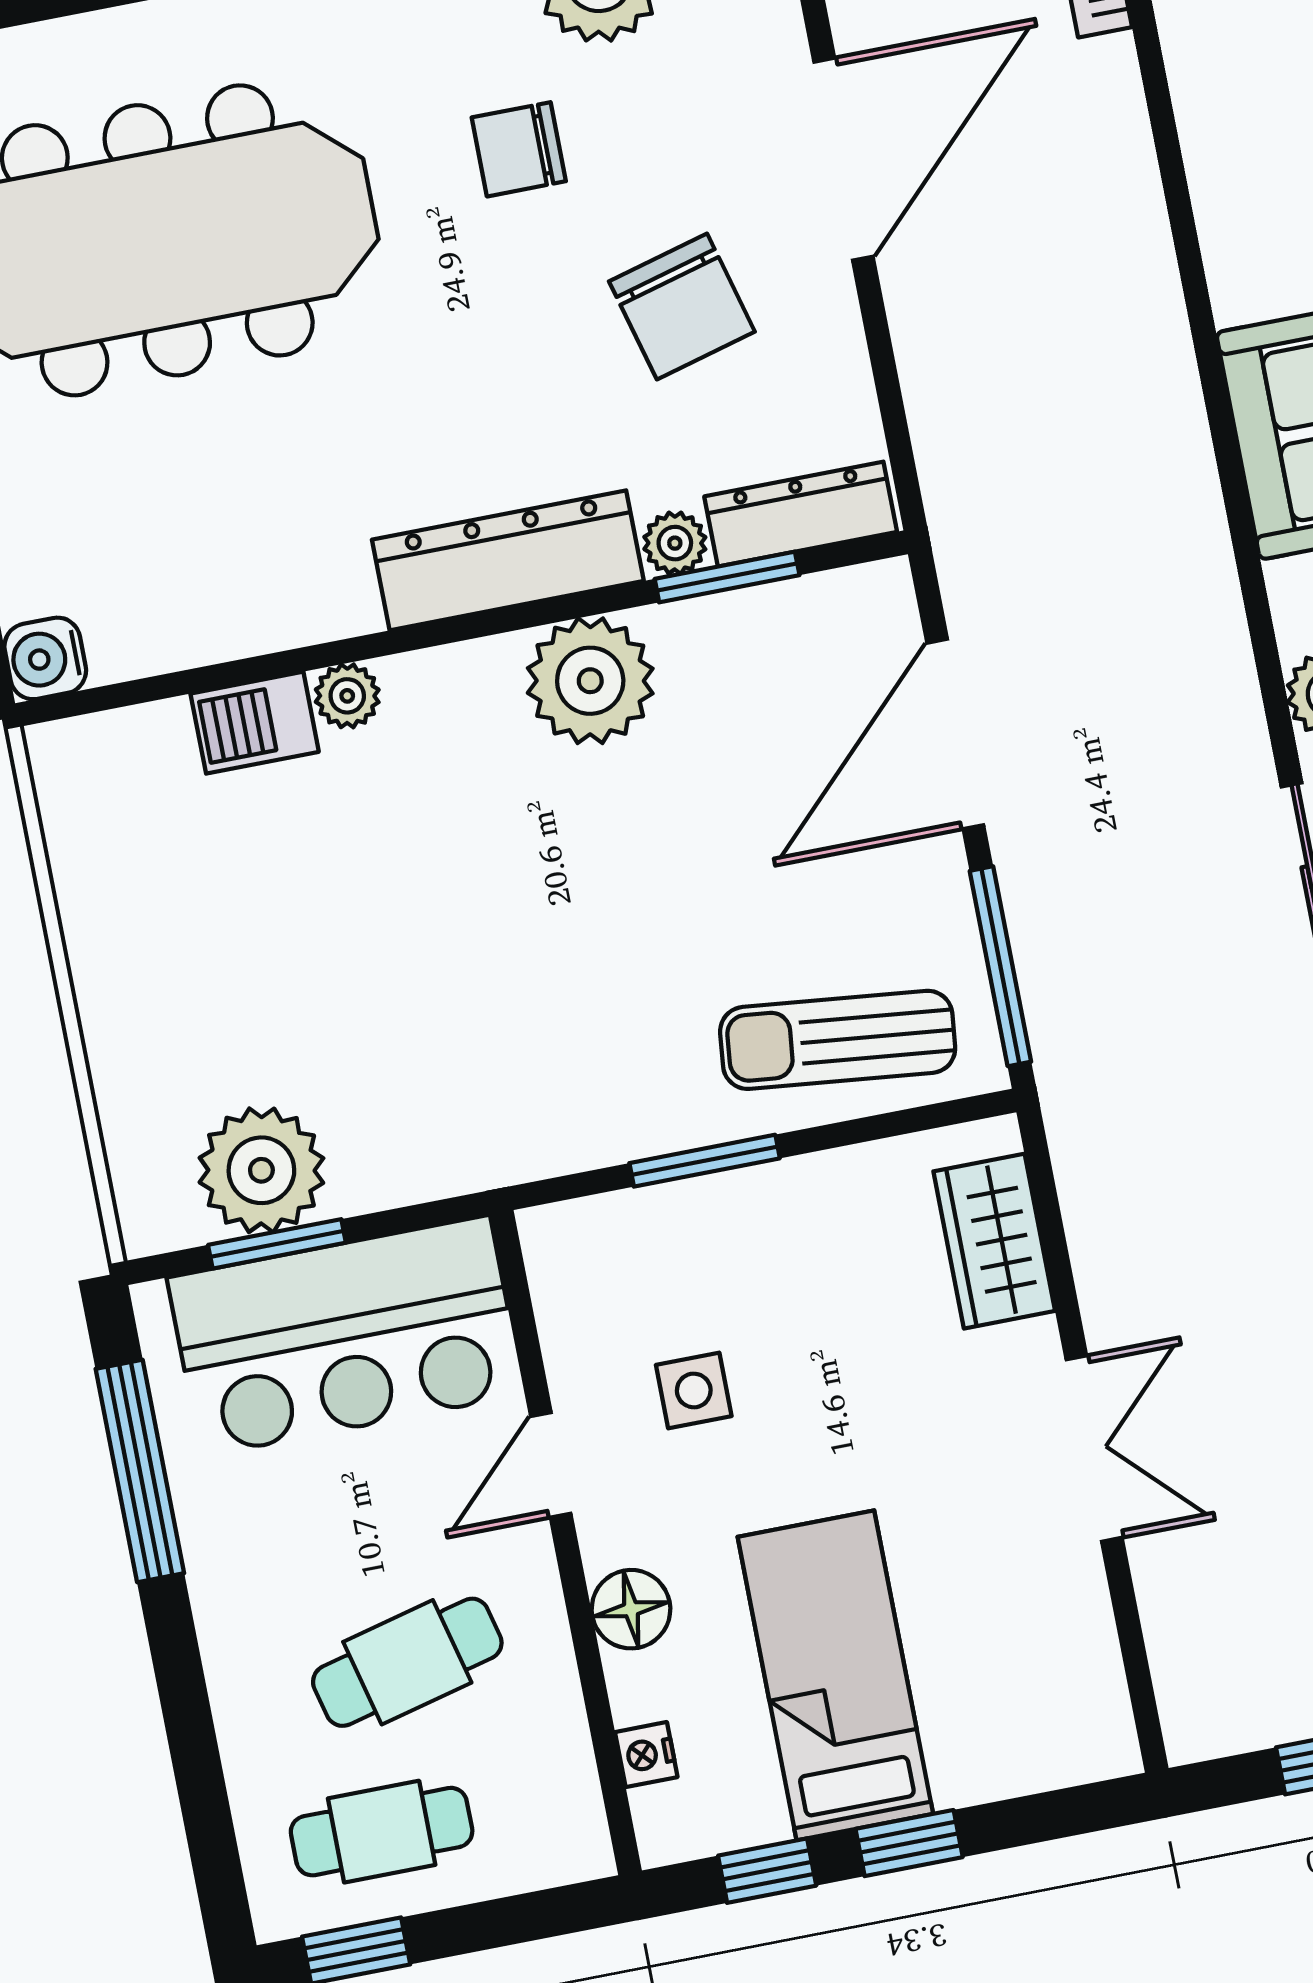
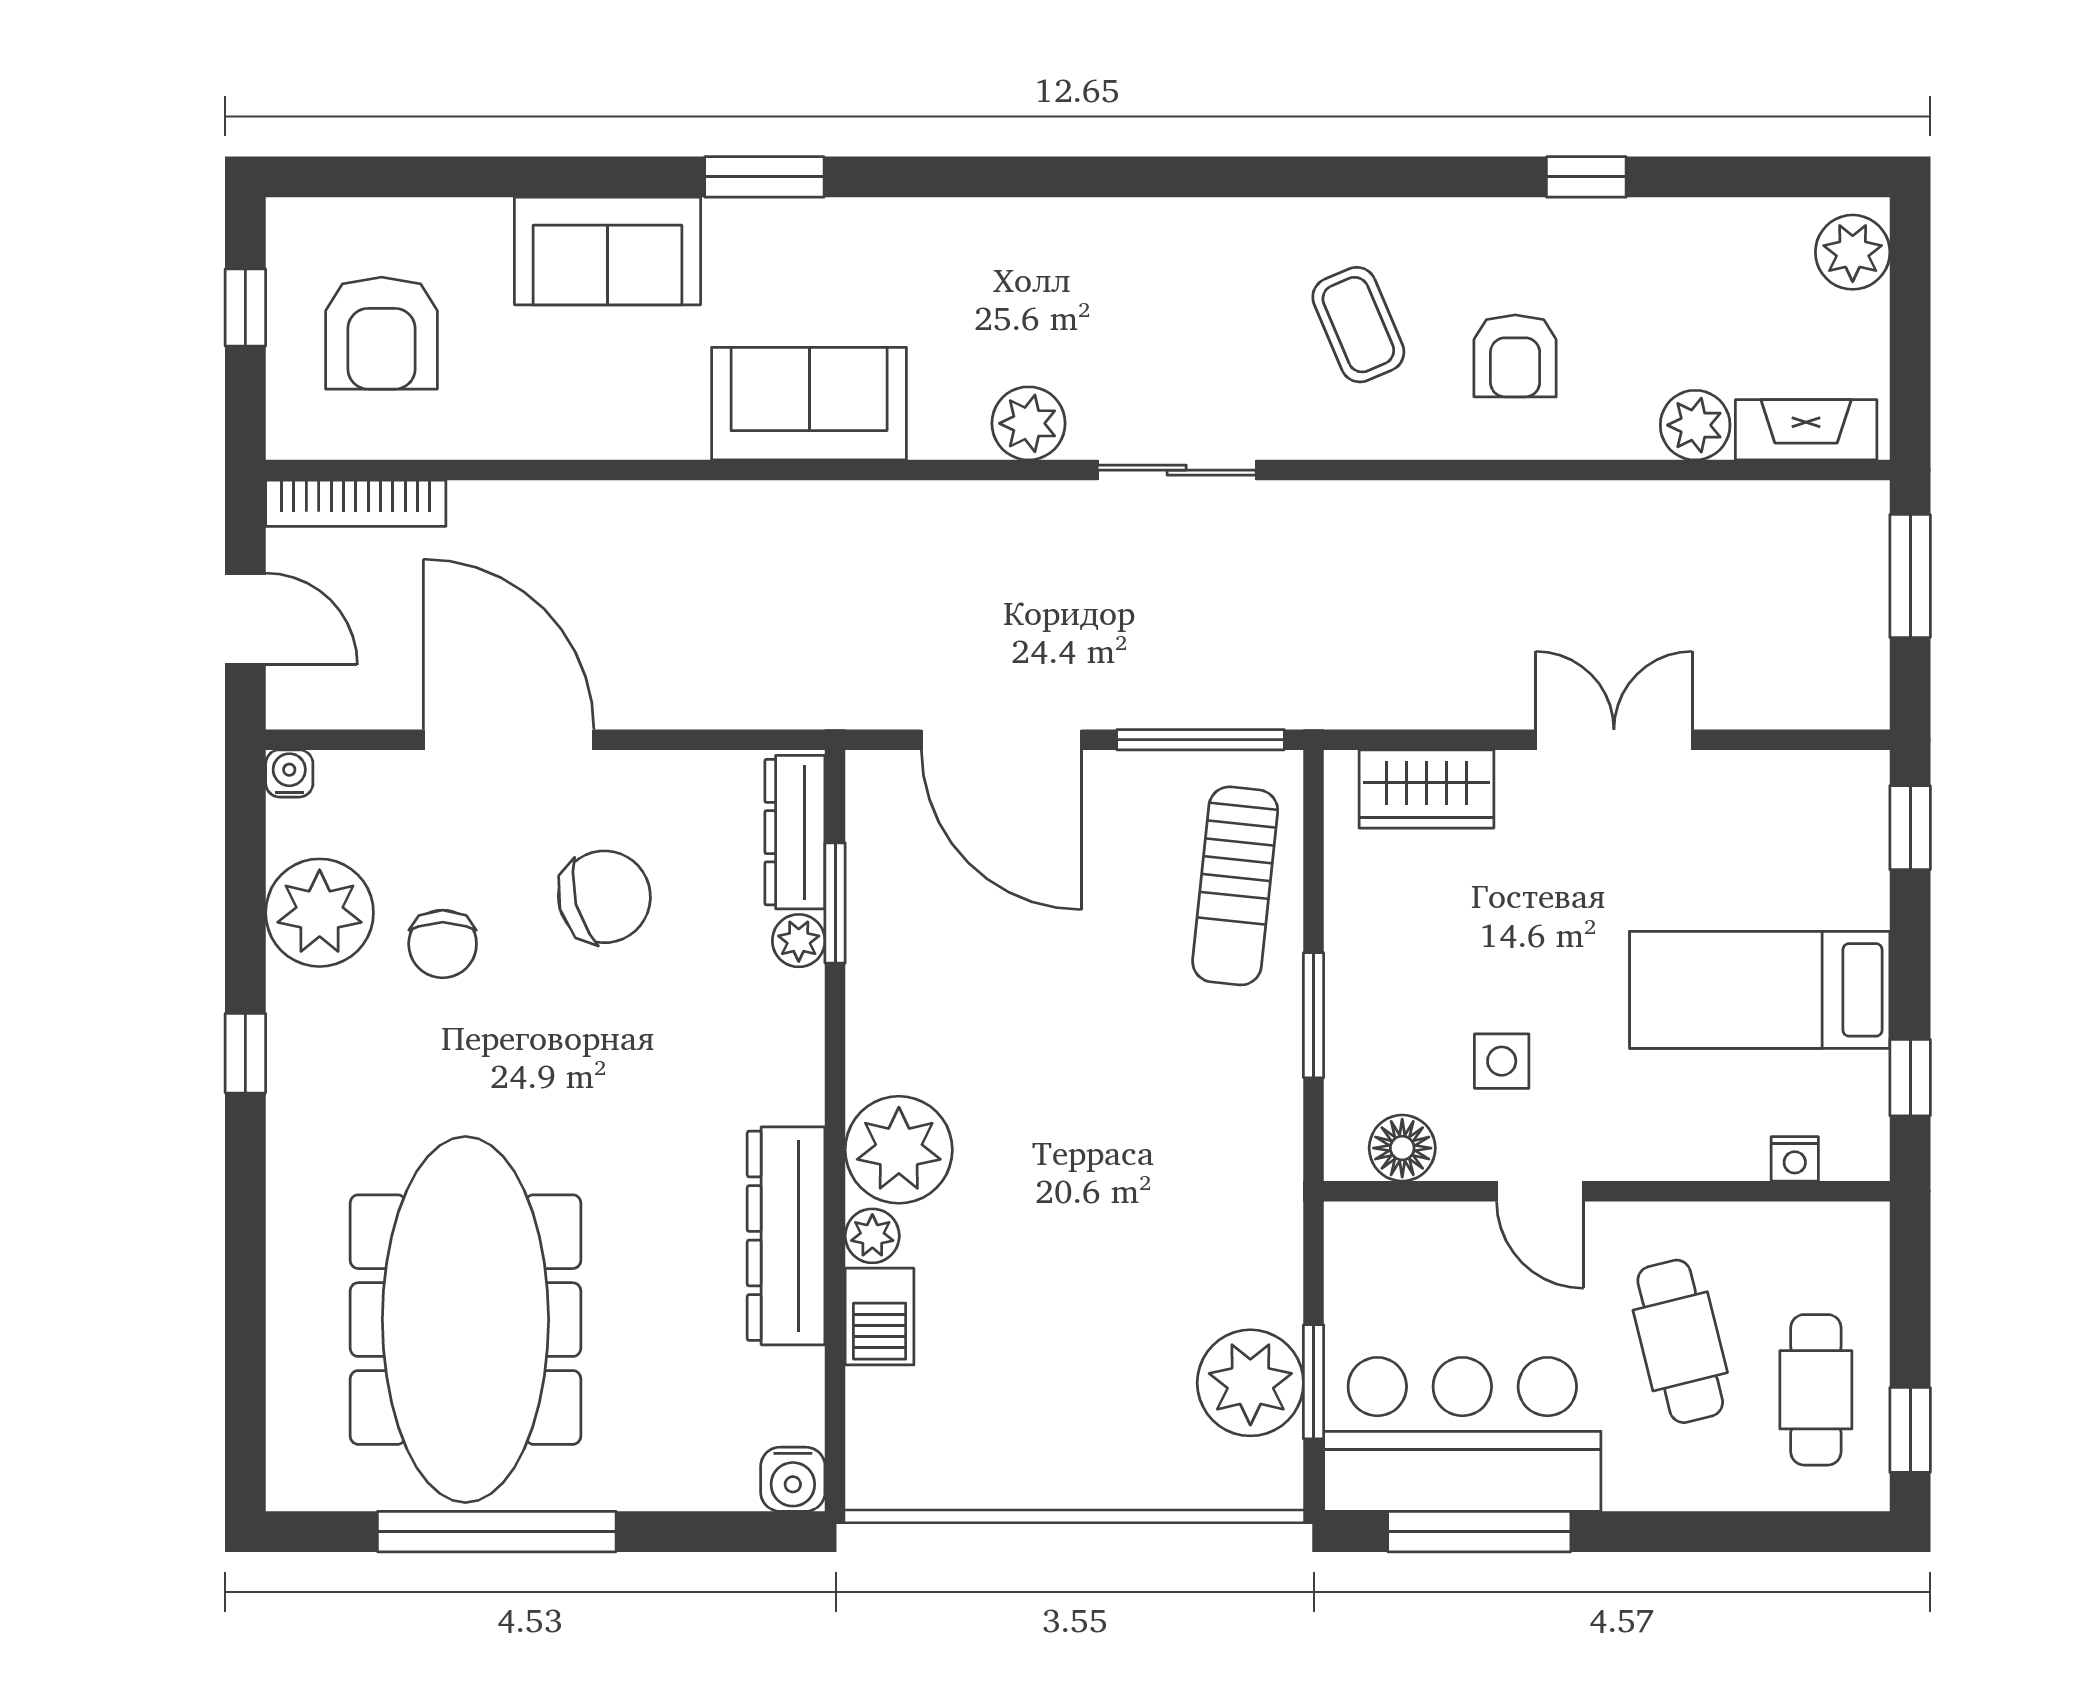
chair: (519, 149) -> (443, 944), moved
dresser: (508, 560) -> (786, 1236), moved
plant: (590, 681) -> (899, 1150), moved
bar counter: (346, 1336) -> (1462, 1434), moved, turned -90
floor lamp: (631, 1609) -> (1402, 1148), moved
window: (909, 1843) -> (1910, 828), moved

